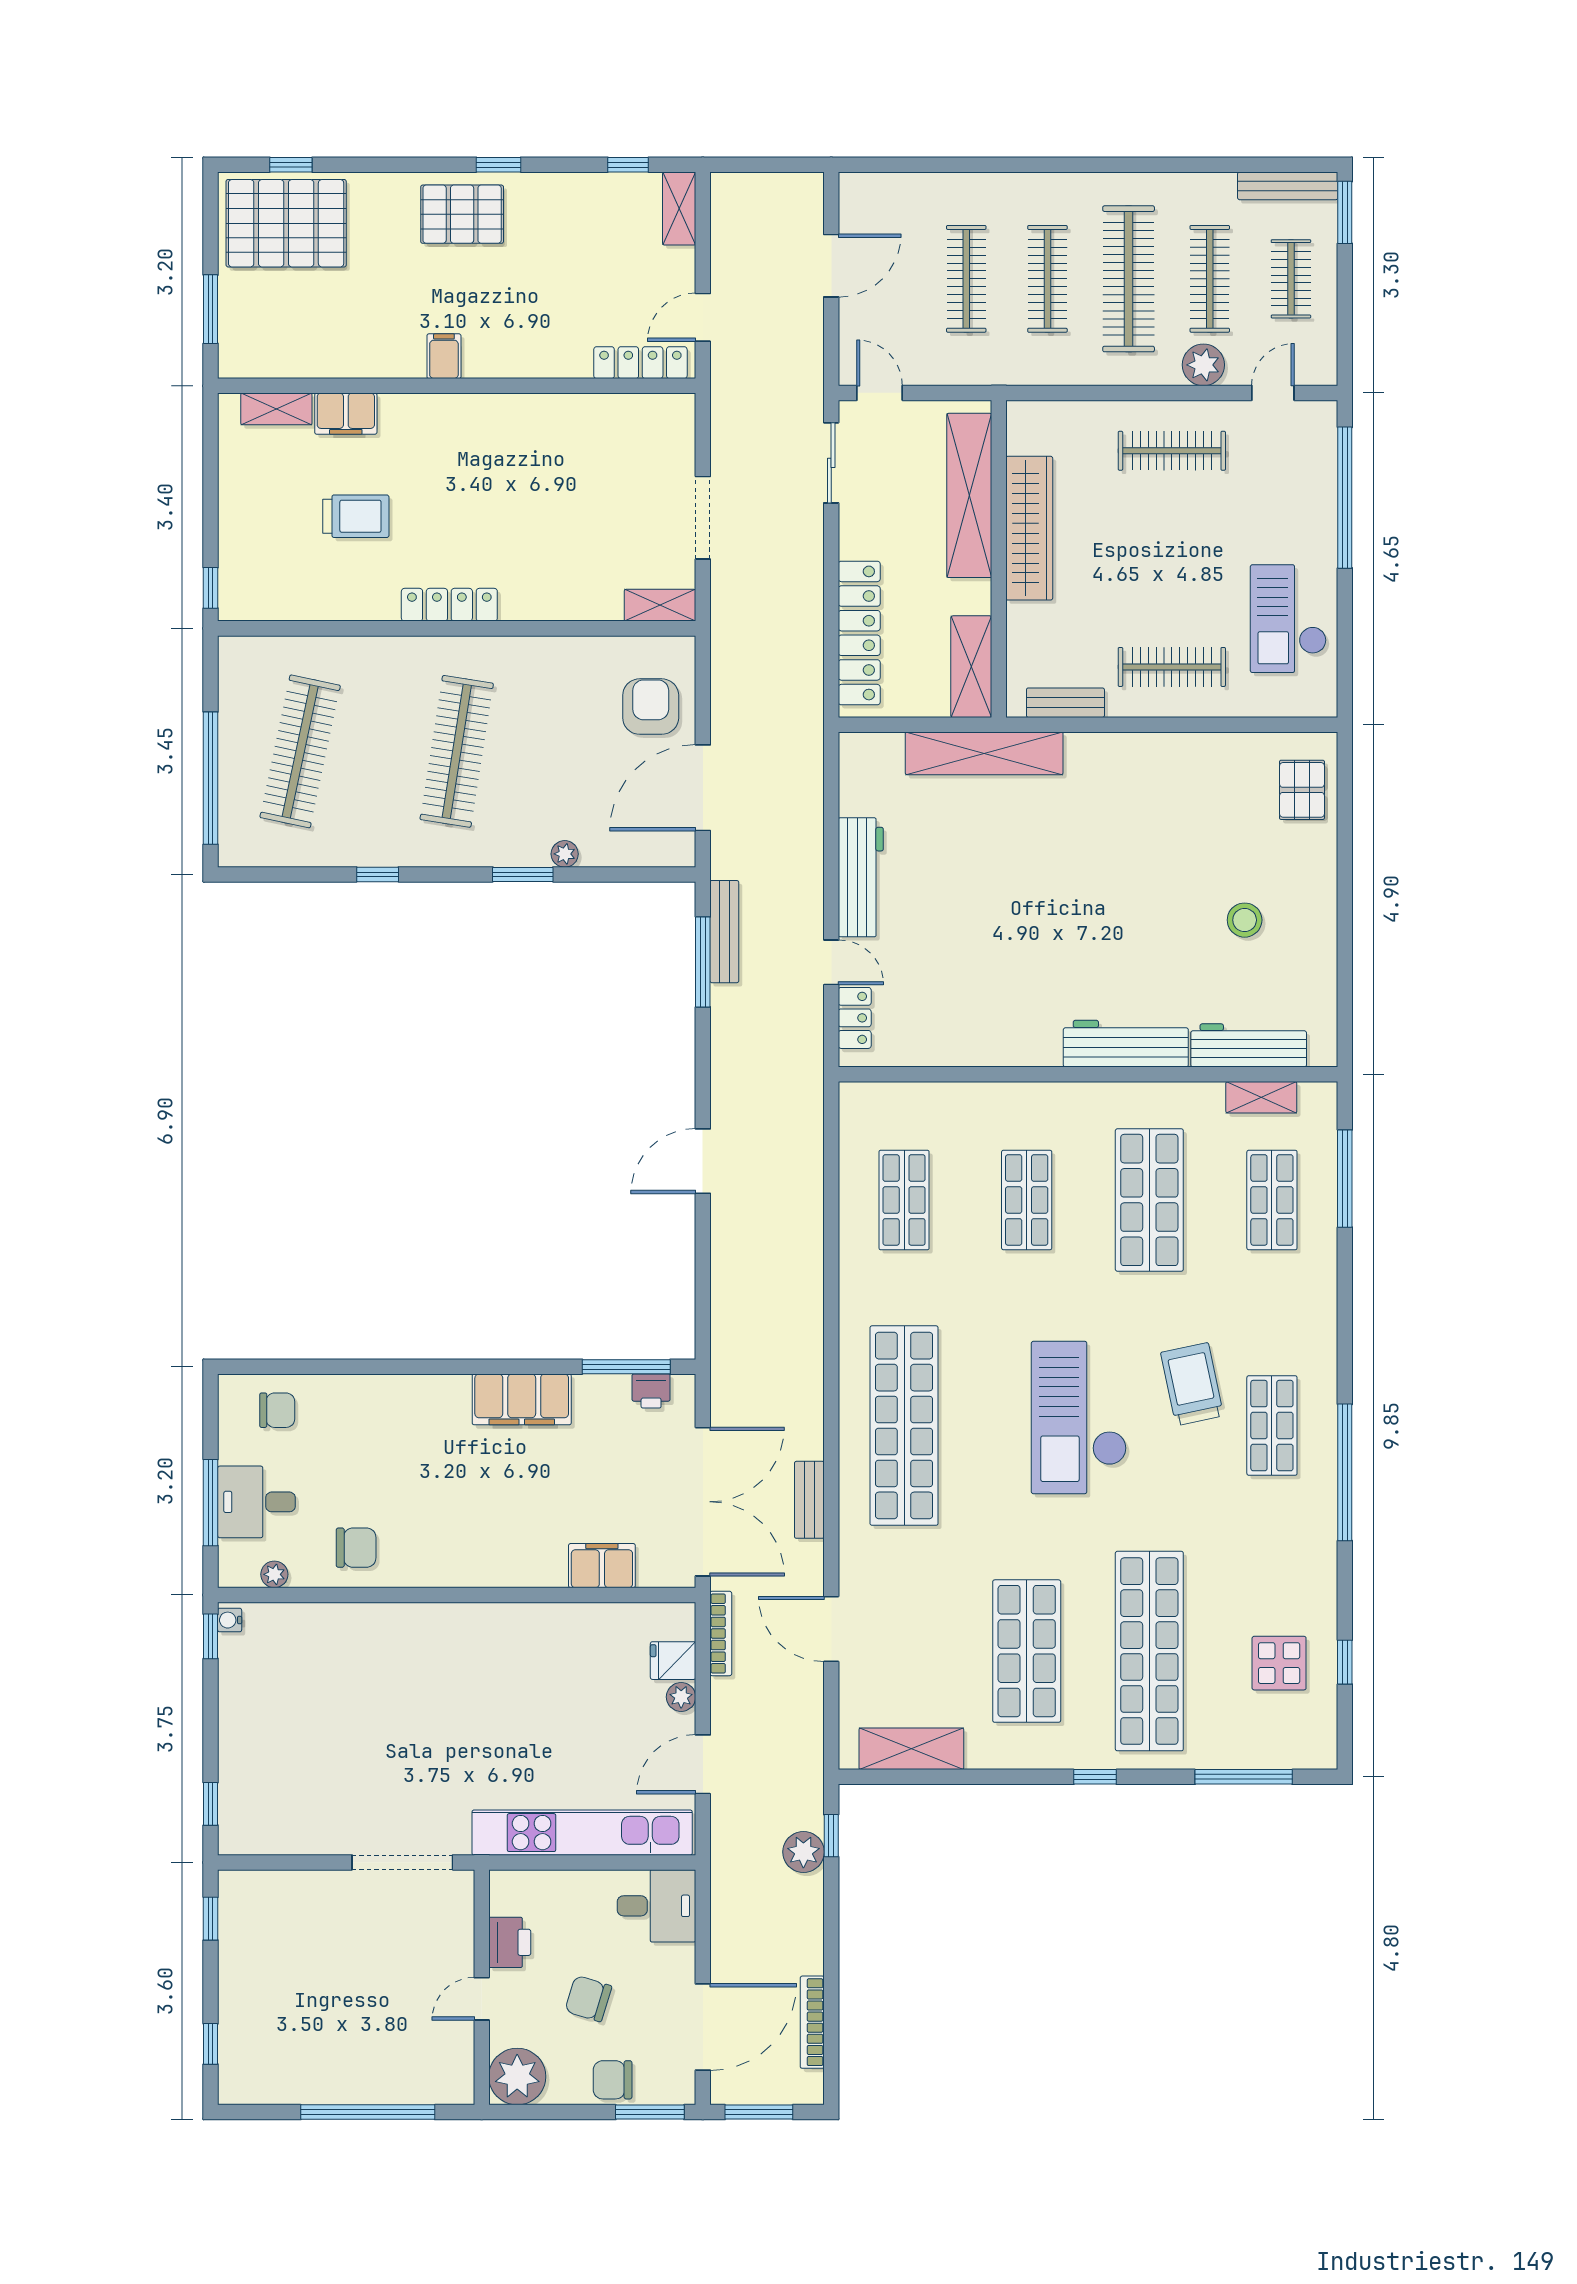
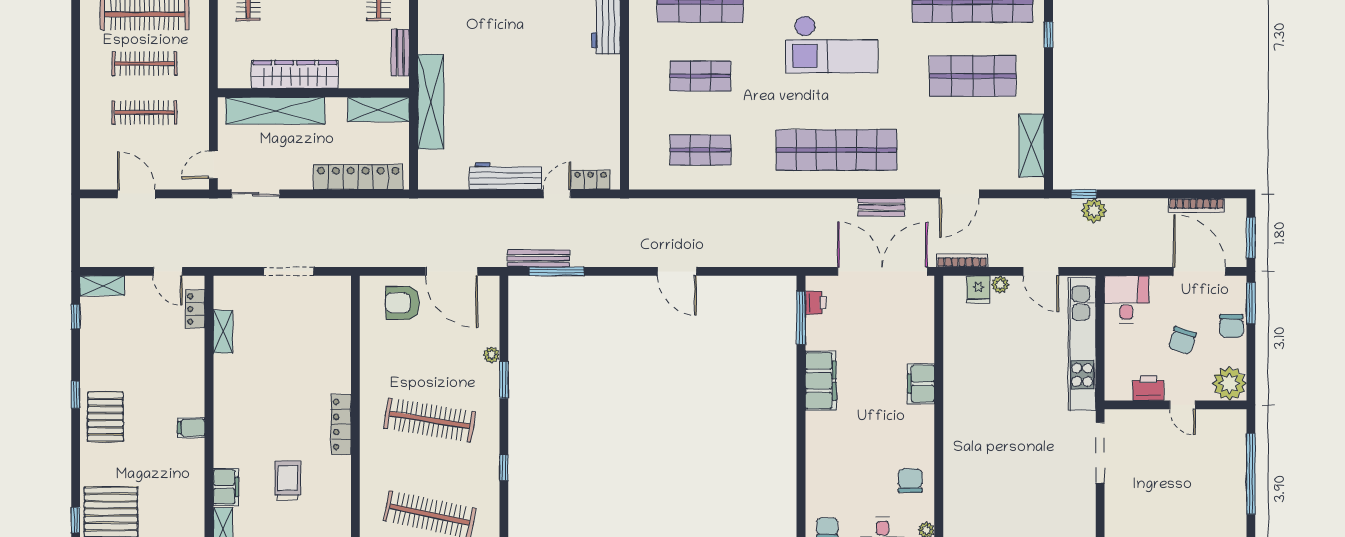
locker: (640, 363) -> (195, 309), width x0.66
shelving: (660, 605) -> (223, 332), moved
filing cabinet: (602, 1566) -> (921, 384), moved

